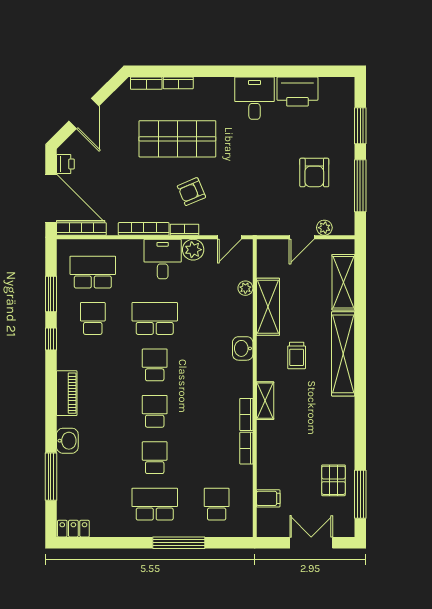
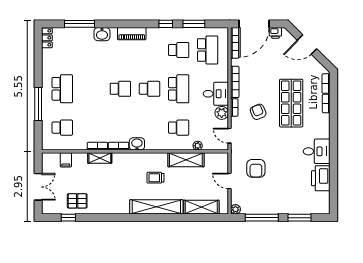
armchair: (314, 172) -> (256, 168), moved, turned -90
plant: (324, 228) -> (235, 209), moved
washbasin: (243, 348) -> (137, 144), moved
shelving: (265, 401) -> (100, 158), moved
school desk: (155, 458) -> (179, 128), moved
window: (360, 494) -> (68, 218), width x0.46

